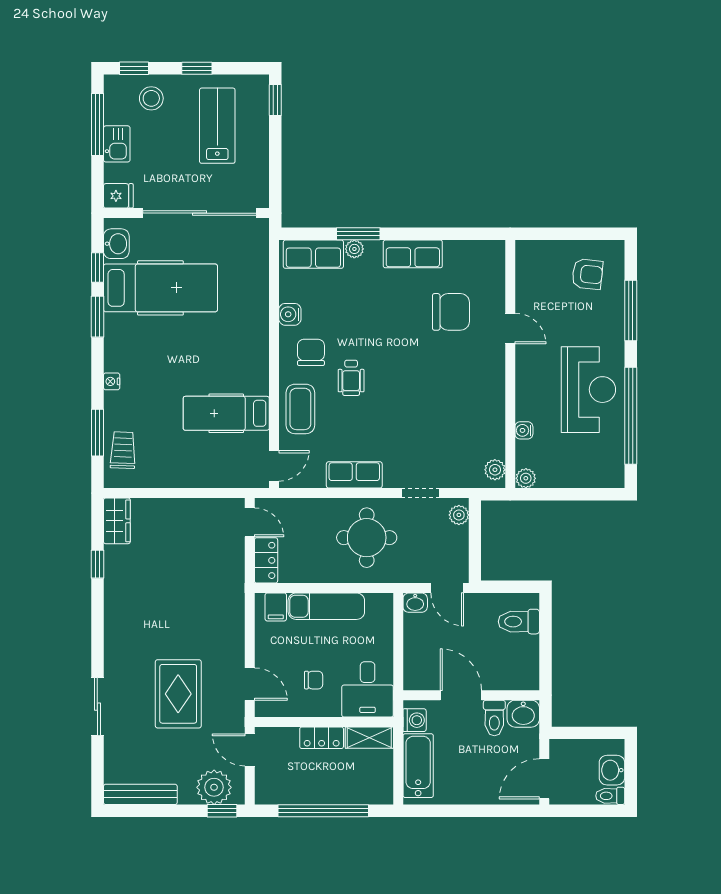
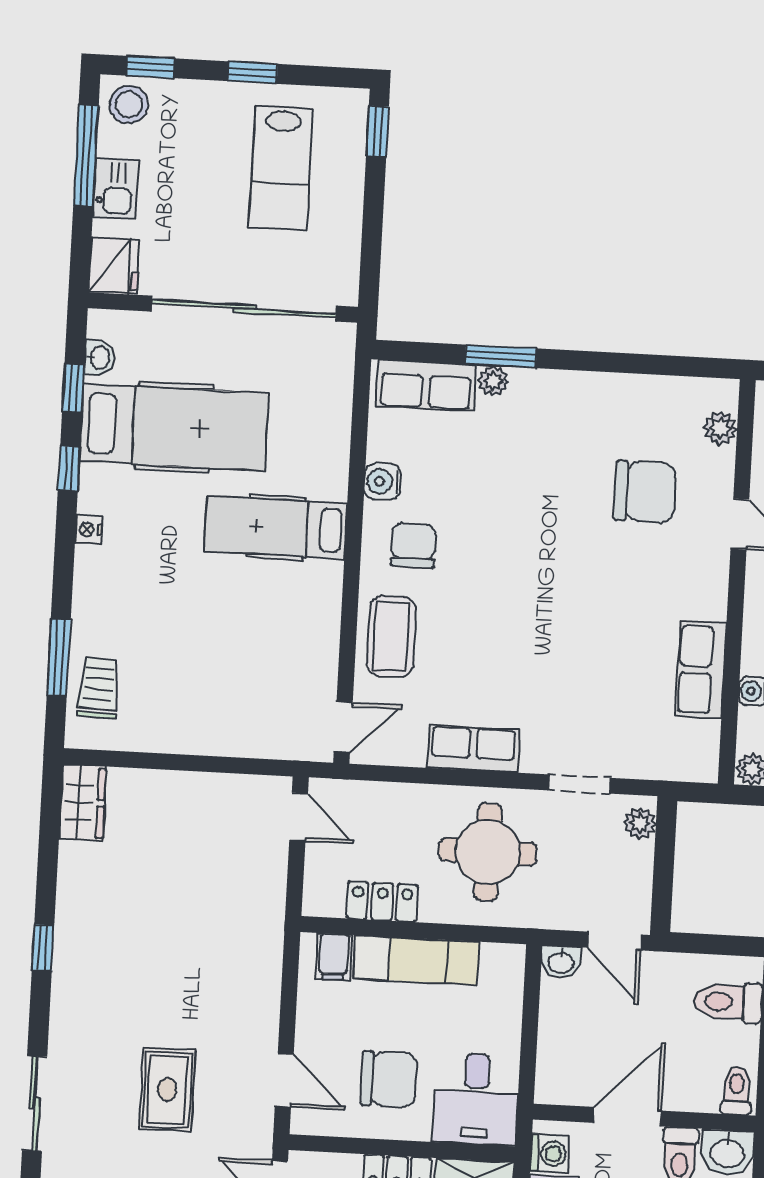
stool: (151, 98) -> (129, 104), moved
lab bench: (217, 126) -> (281, 168), turned 180
fridge: (118, 196) -> (114, 266), width x1.38
washbasin: (116, 244) -> (99, 358), width x0.72, depth x0.69
row of seats: (413, 254) -> (701, 670), moved, turned 90
window: (97, 317) -> (69, 468), width x0.67
wheelchair: (351, 378) -> (477, 590), removed
nightstand: (112, 381) -> (89, 530), moved
hospital bed: (226, 413) -> (276, 527), moved
plant: (495, 470) -> (720, 428), moved
locker: (266, 560) -> (382, 902), moved, turned -90
window: (97, 564) -> (43, 948), moved
toilet: (527, 676) -> (737, 1091), added
chair: (314, 680) -> (389, 1079), width x1.87, depth x1.87
rug: (178, 694) -> (167, 1090), width x0.73, depth x0.70
door: (461, 695) -> (627, 1117), hinge flipped

